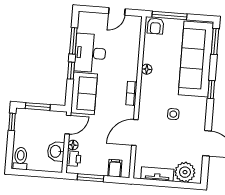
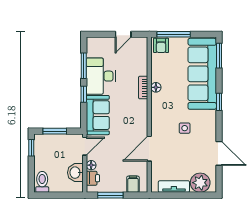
bookcase: (131, 93) -> (143, 88), moved

